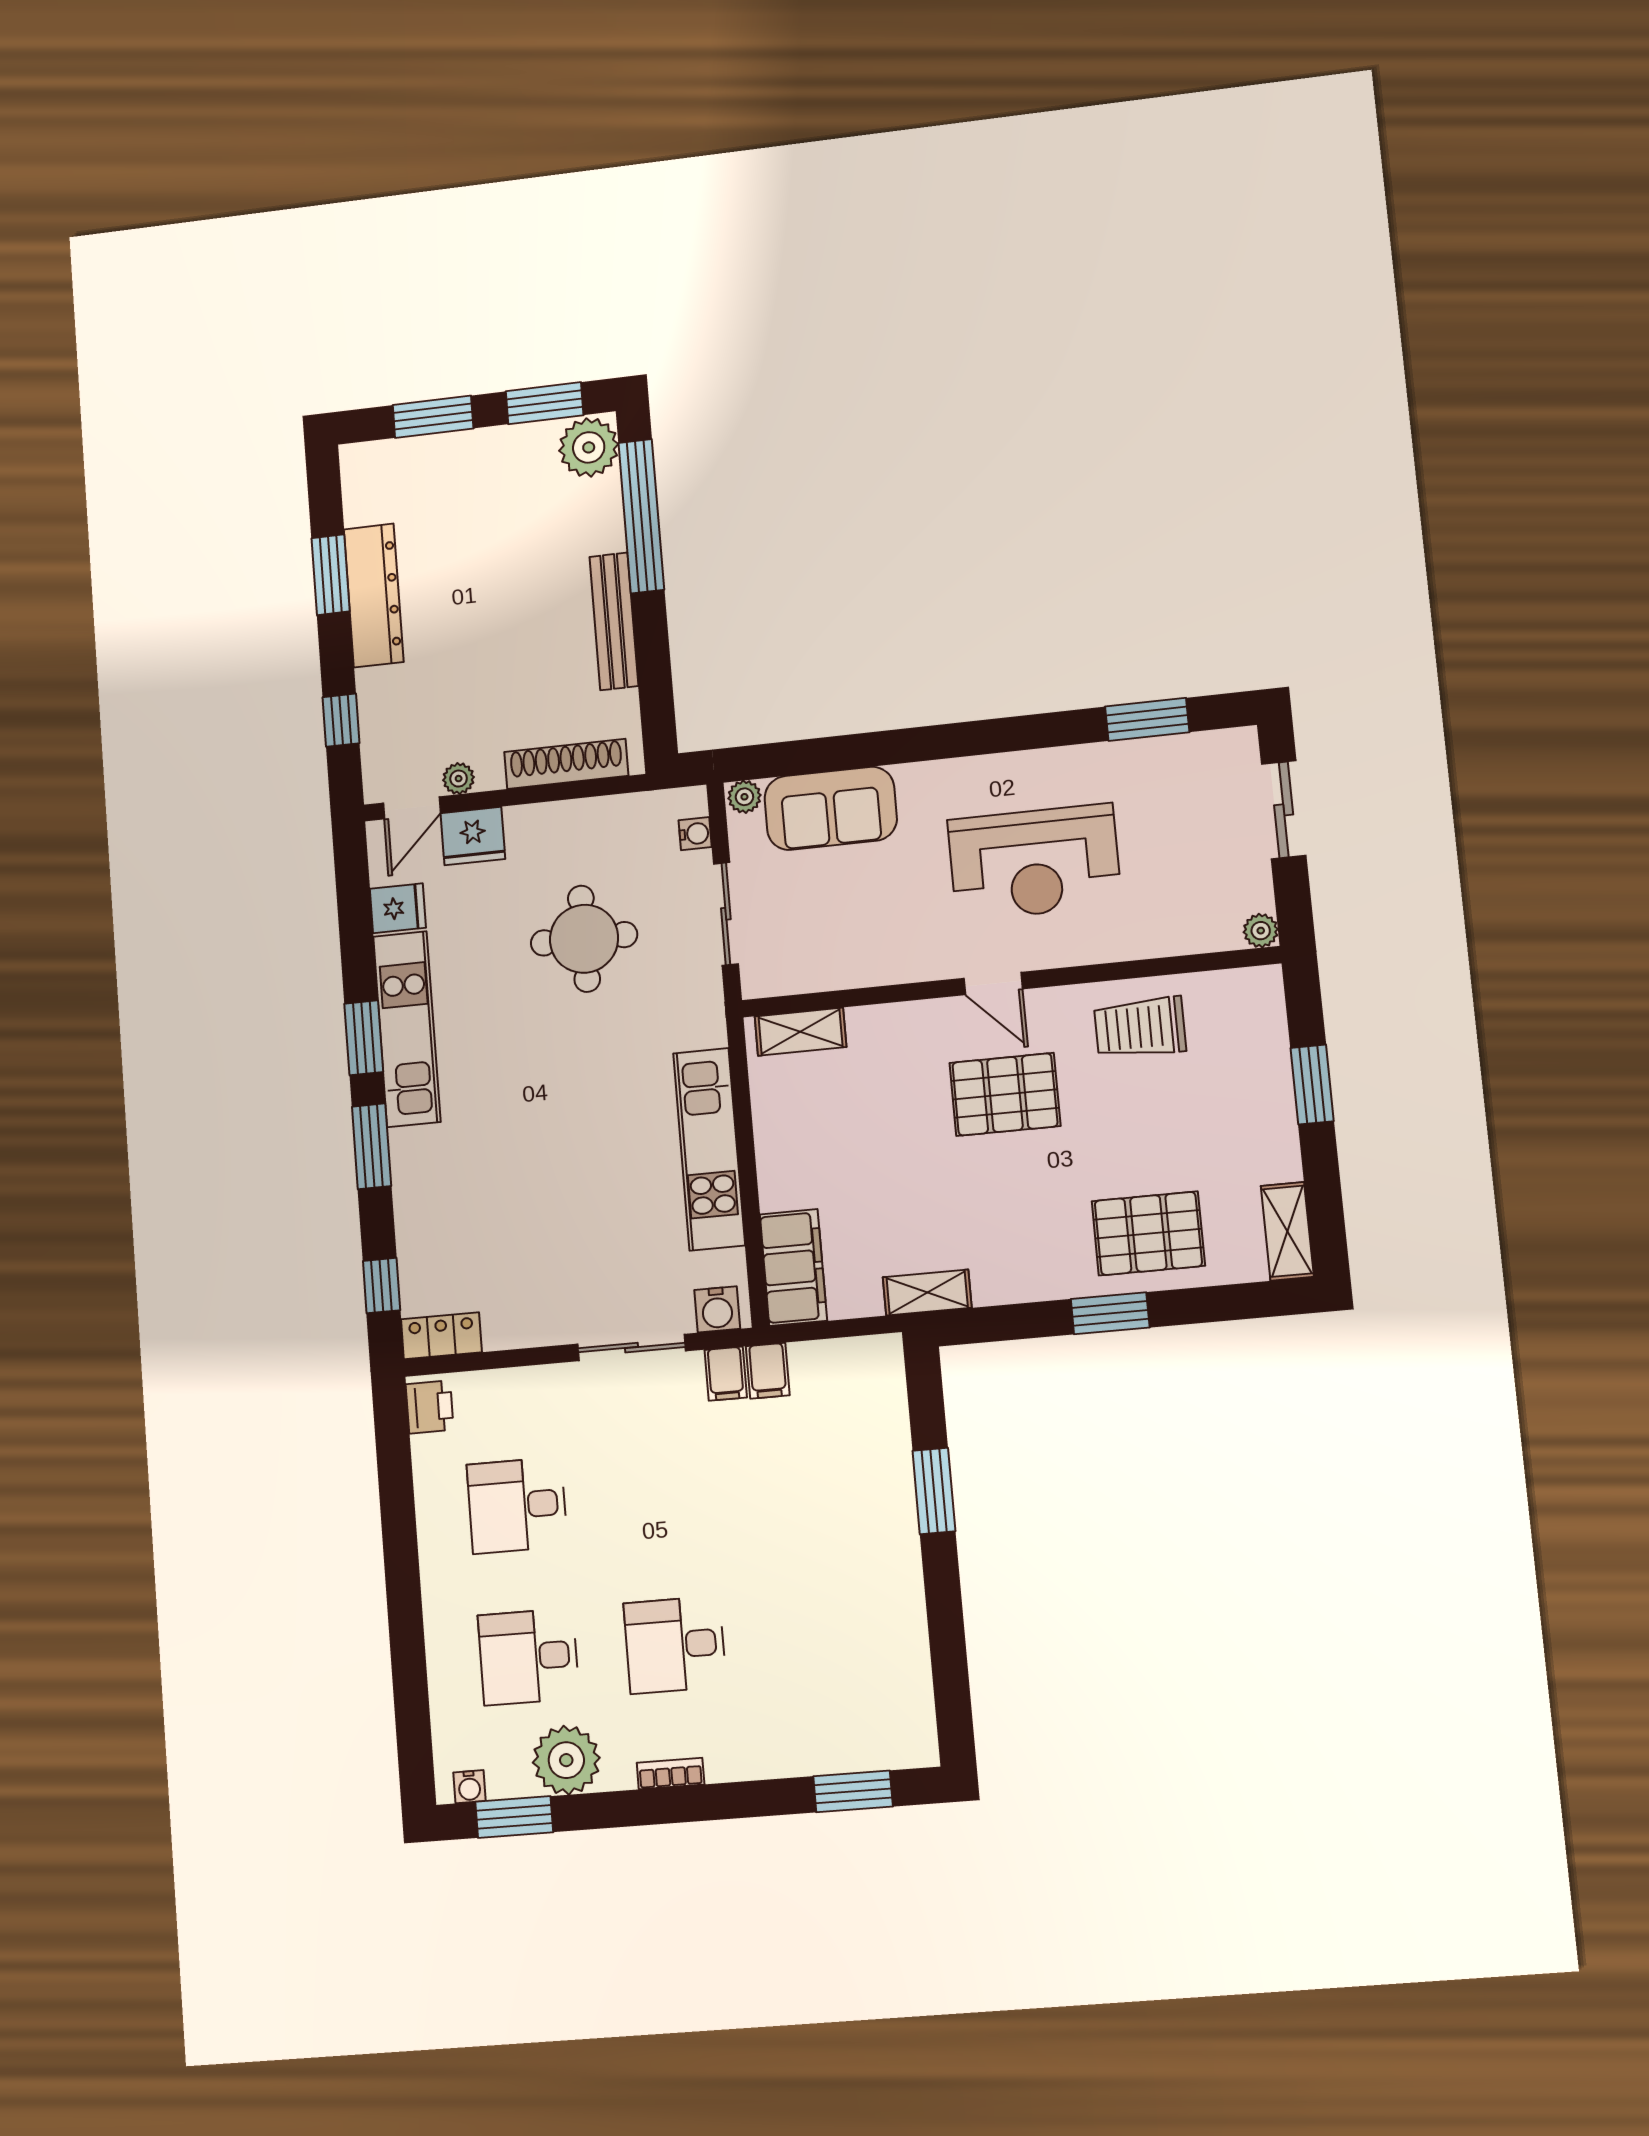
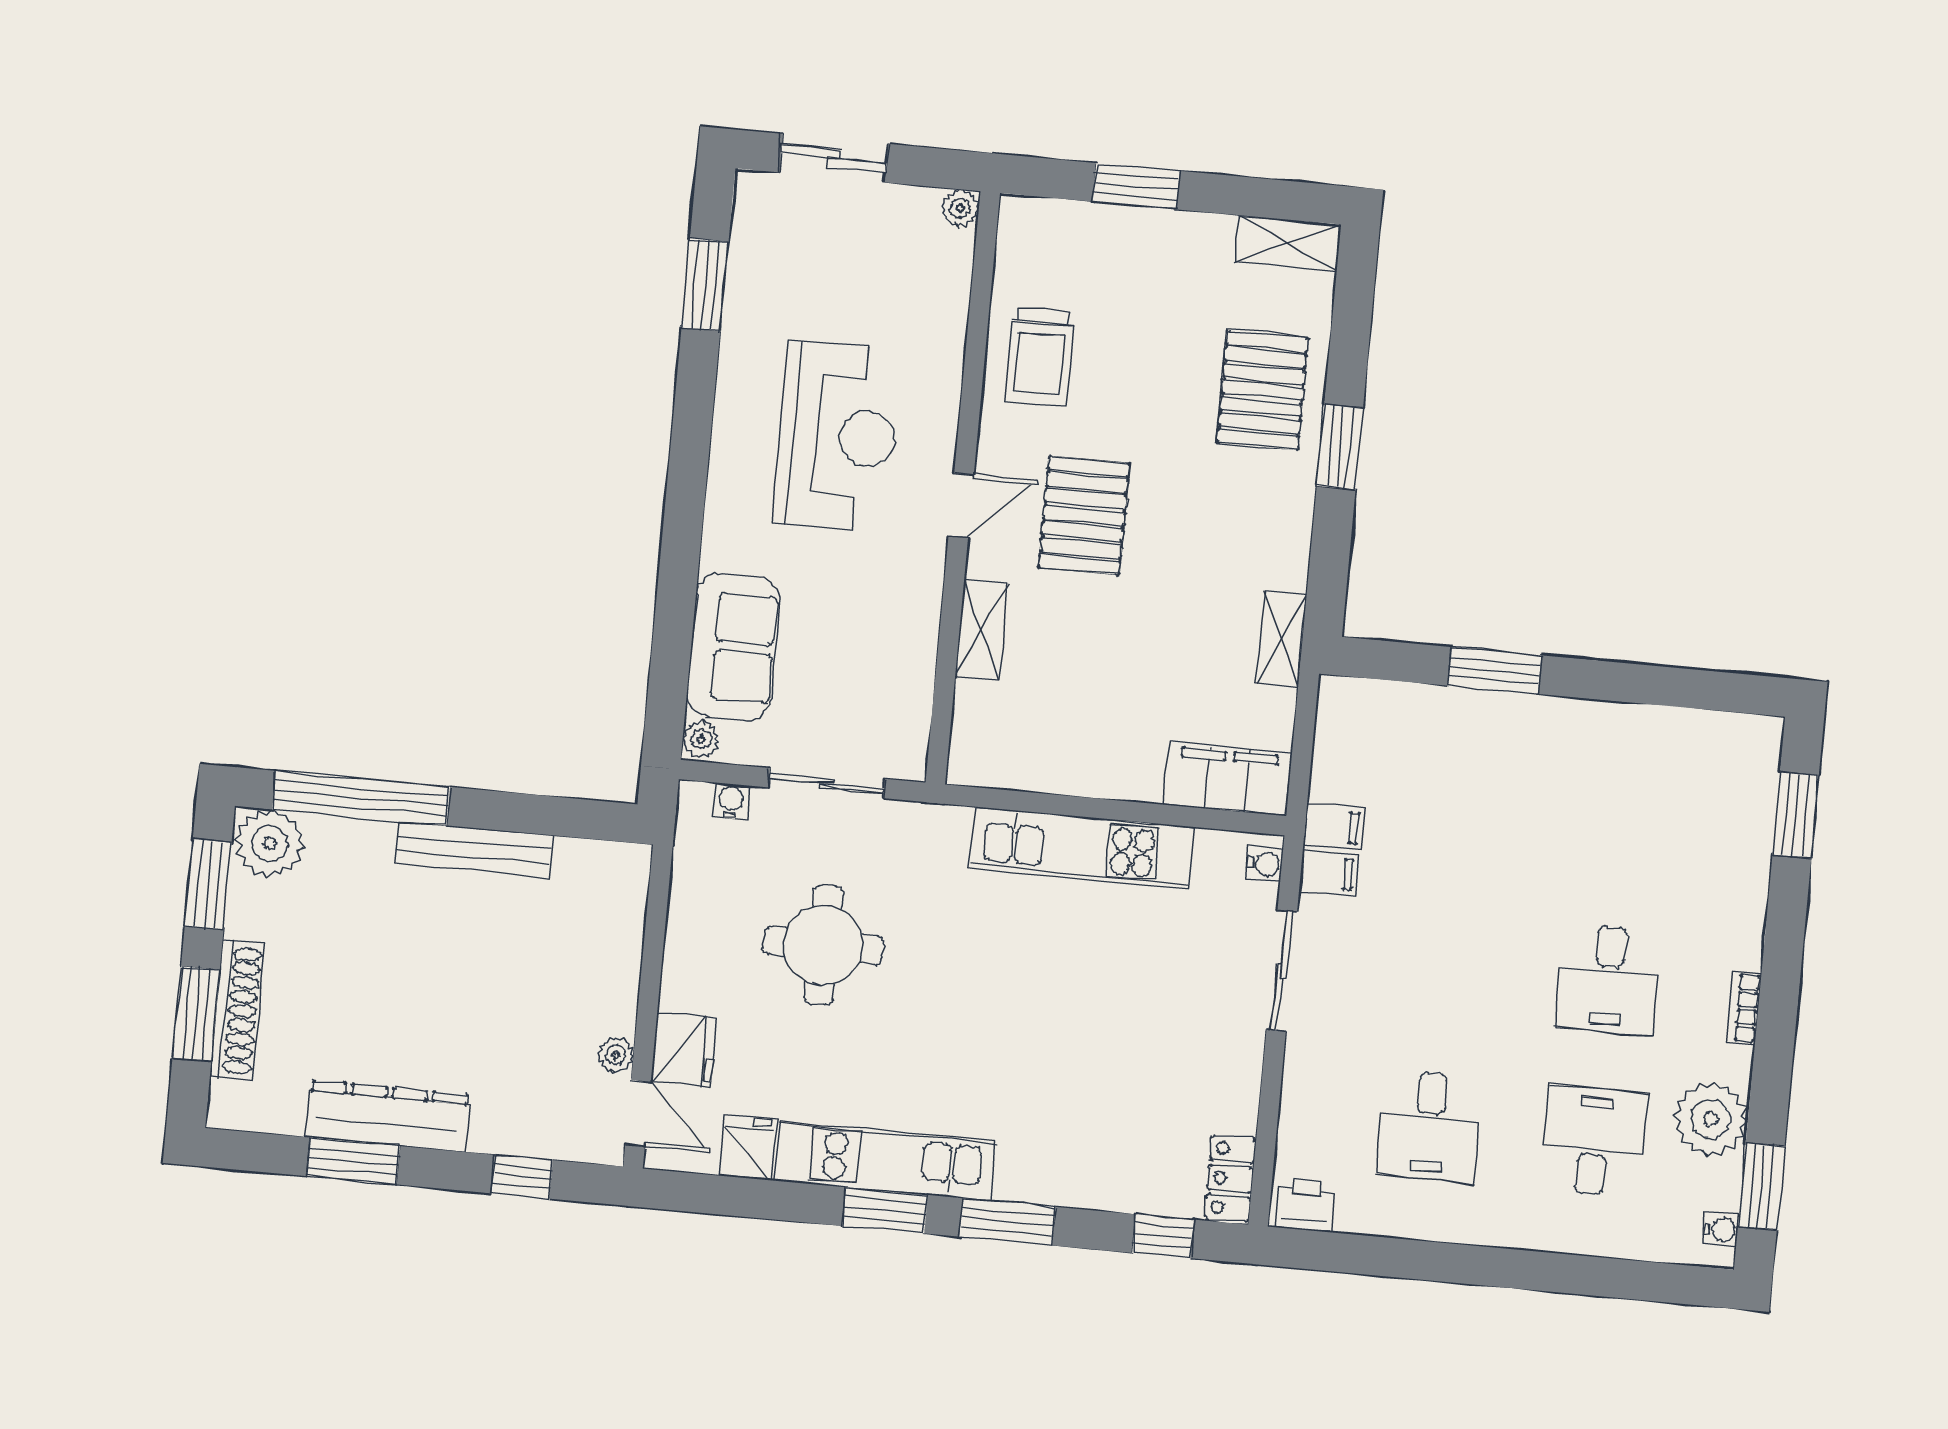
shoe rack: (566, 764) -> (237, 1010), moved, turned 180
shelving: (800, 1032) -> (982, 630), moved
water cooler: (717, 1309) -> (1265, 864), width x0.72, depth x0.72
desk: (529, 1657) -> (1594, 1141), turned 180

